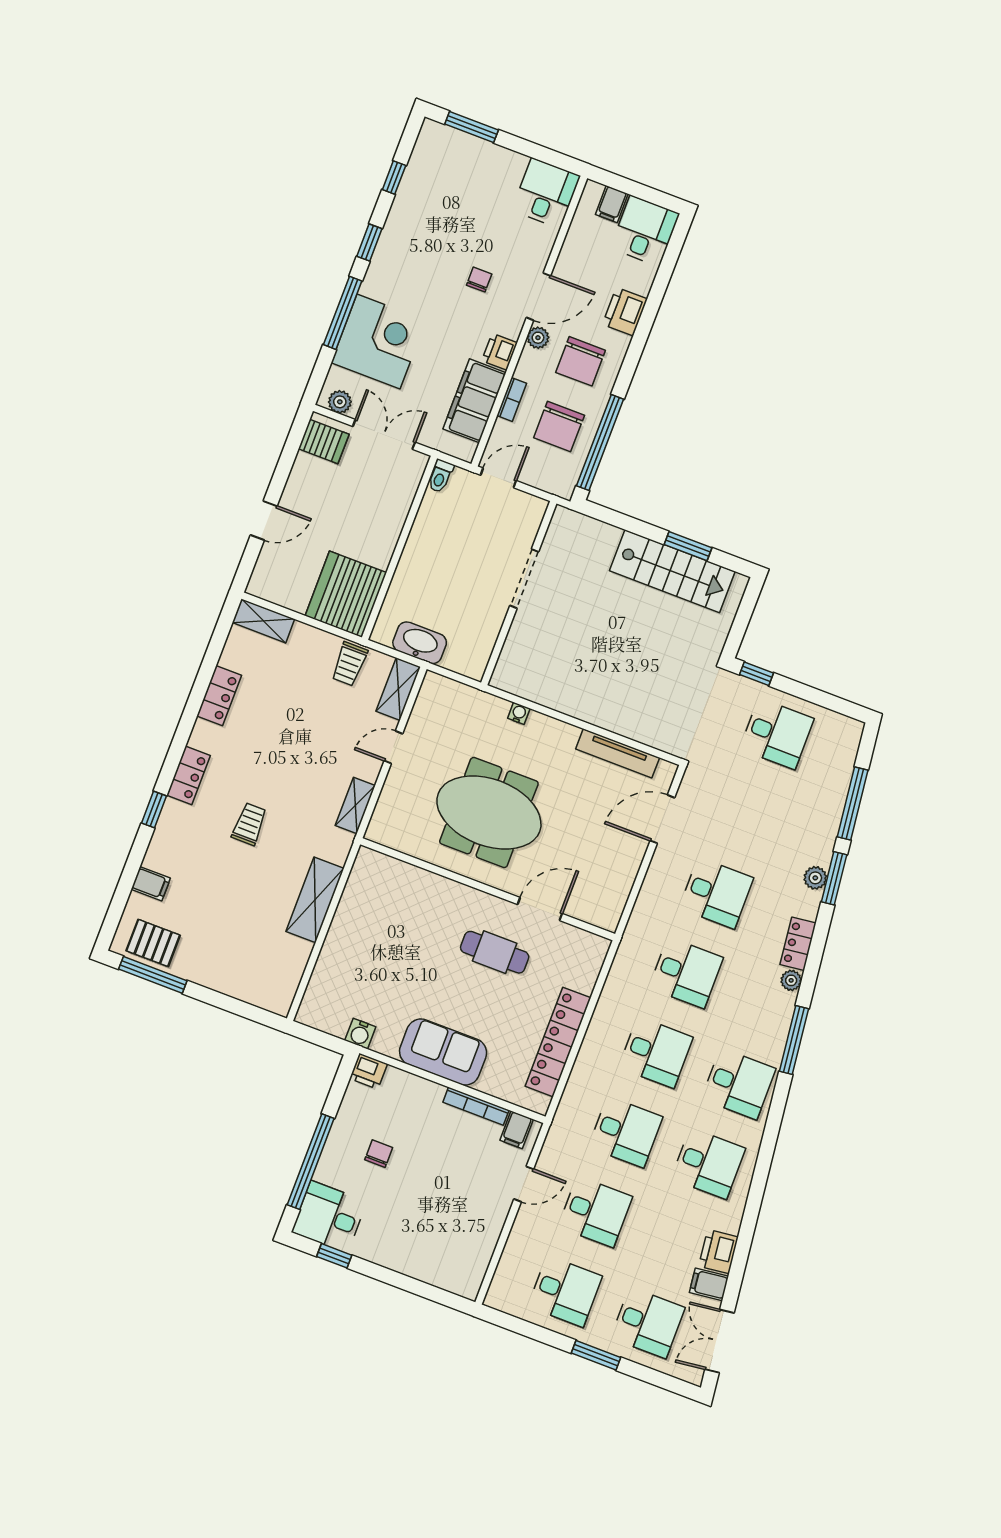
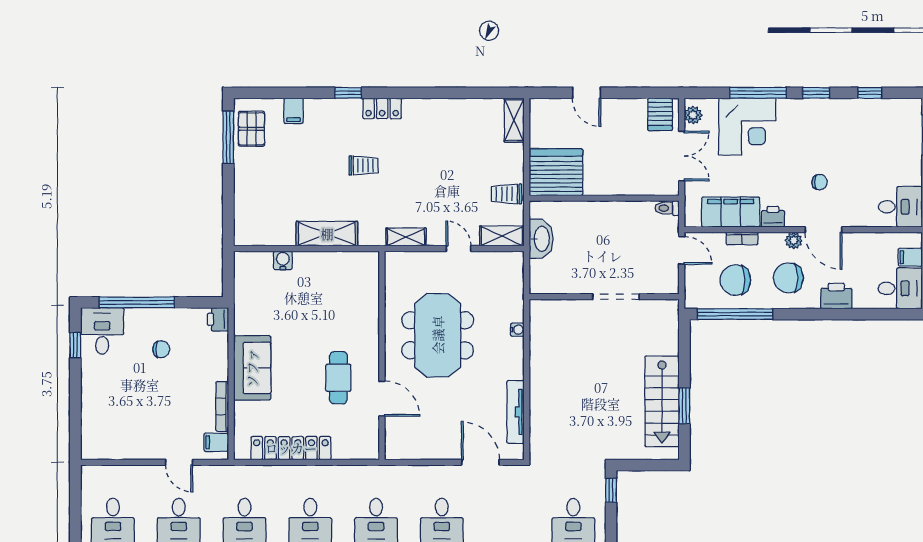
locker: (219, 696) -> (448, 109), removed
water cooler: (360, 1034) -> (283, 260), moved, turned 90

